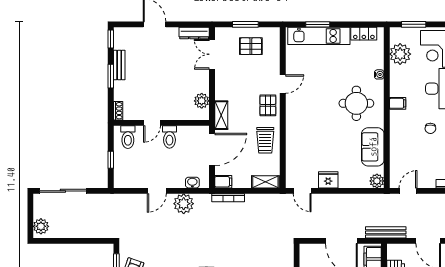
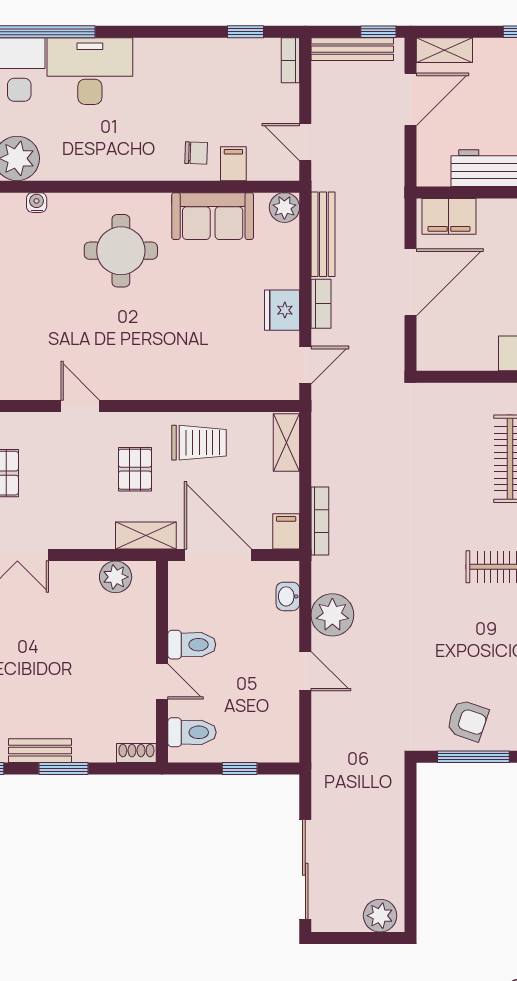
water cooler: (379, 74) -> (37, 203), moved
filing cabinet: (398, 103) -> (233, 164), moved
pallet: (268, 105) -> (135, 469), moved, turned 90
chair: (430, 128) -> (196, 153), moved
bookcase: (331, 198) -> (321, 304), added
bench: (386, 232) -> (323, 234), moved

